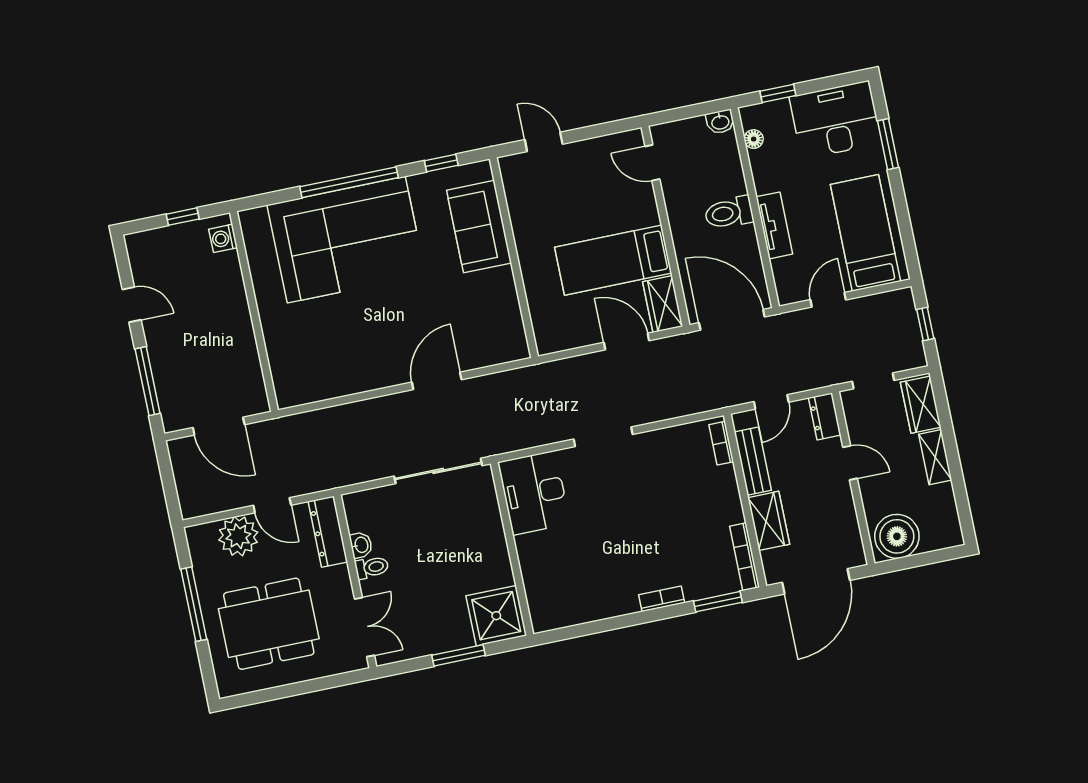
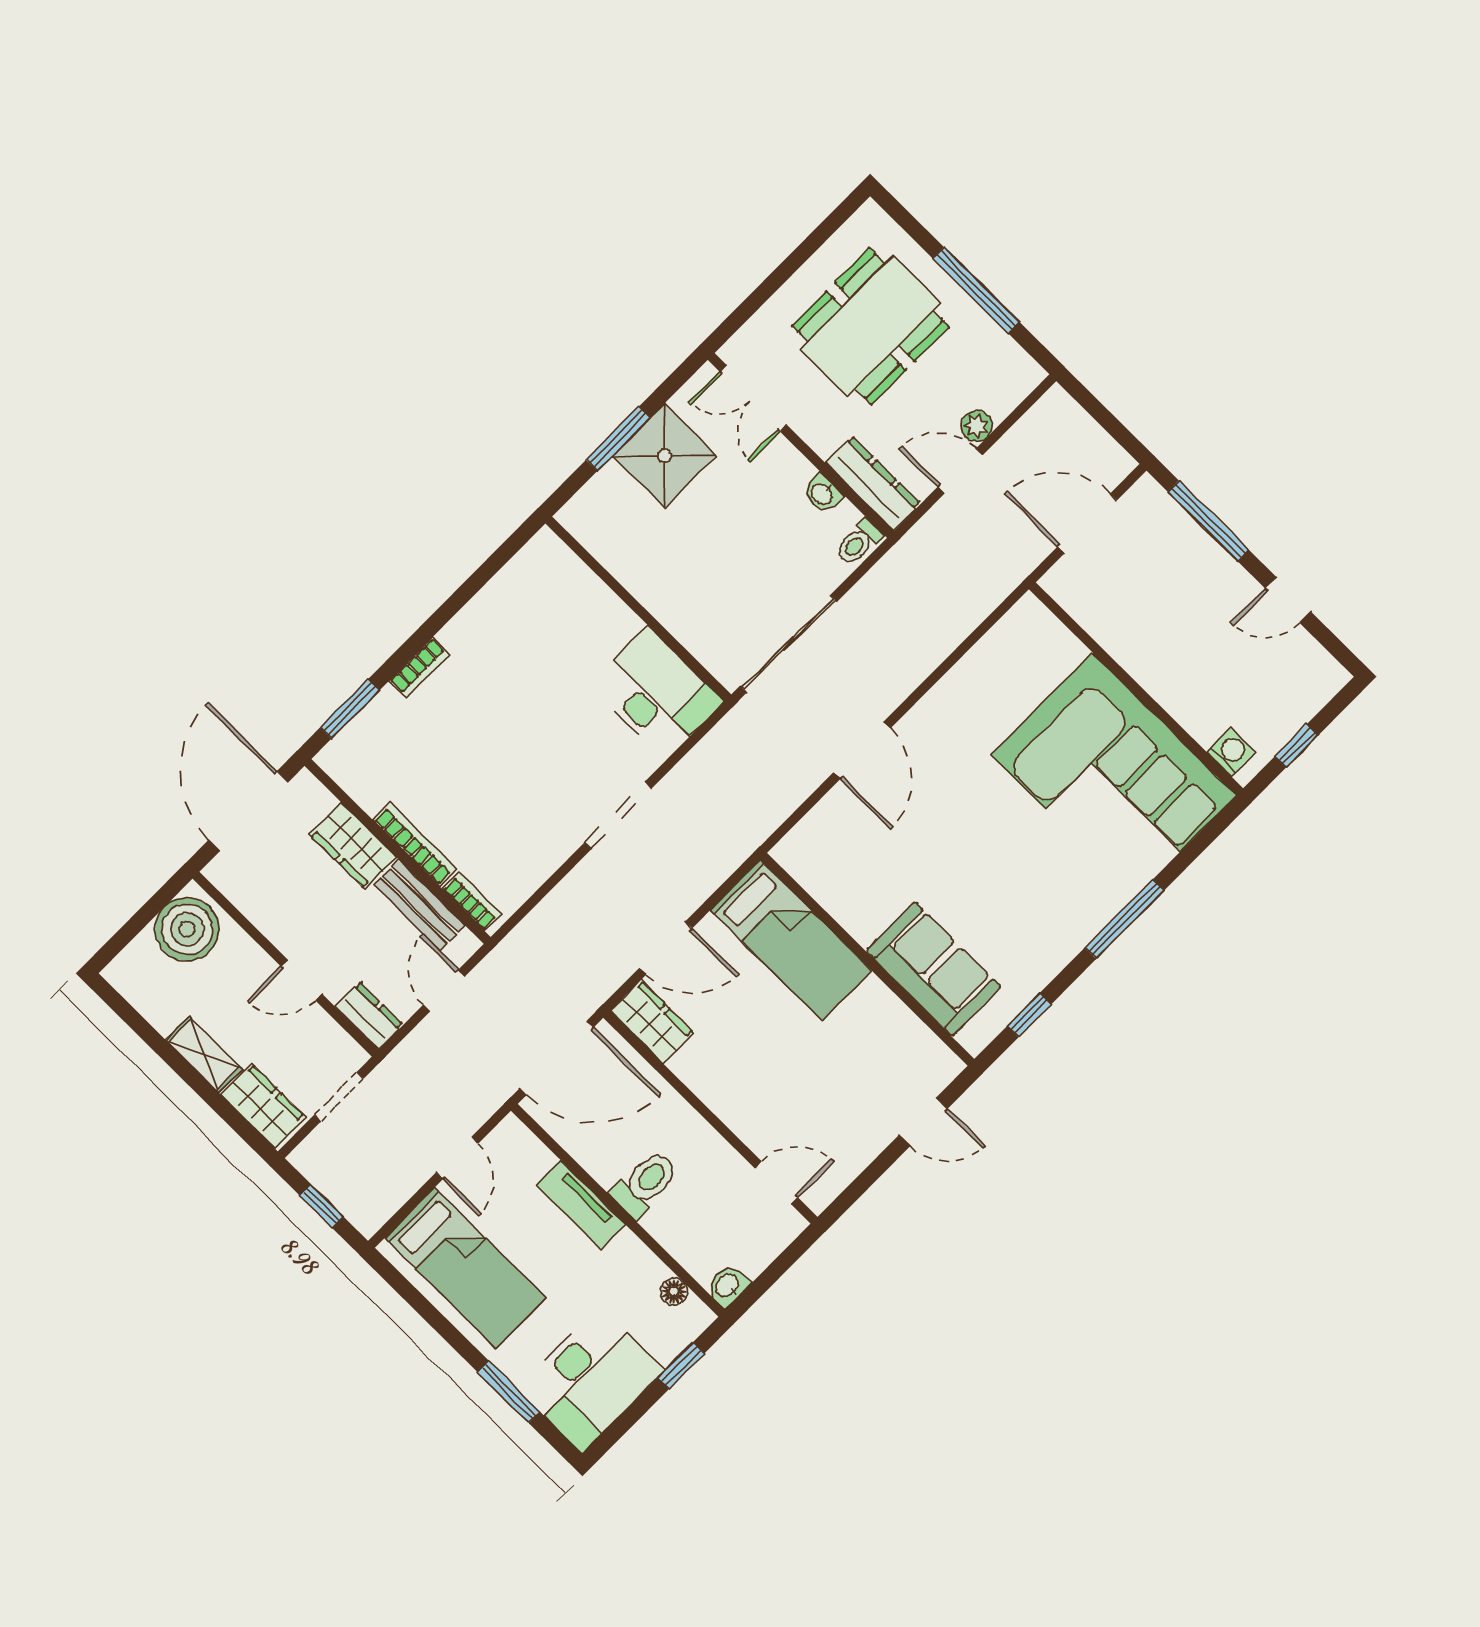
window: (349, 182) -> (1124, 919), width x0.68
corner sofa: (346, 240) -> (1114, 775), moved, turned -90
bed: (613, 260) -> (791, 940), moved, turned 90
plant: (238, 536) -> (976, 426), width x0.53, depth x0.53
bookcase: (745, 557) -> (415, 845), moved
toilet: (372, 567) -> (859, 542), moved
shower: (496, 616) -> (665, 456), moved

